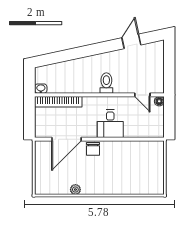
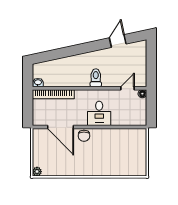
door: (142, 95) -> (128, 88), swing flipped
door: (66, 139) -> (61, 127), hinge flipped
plant: (75, 190) -> (37, 172), moved

